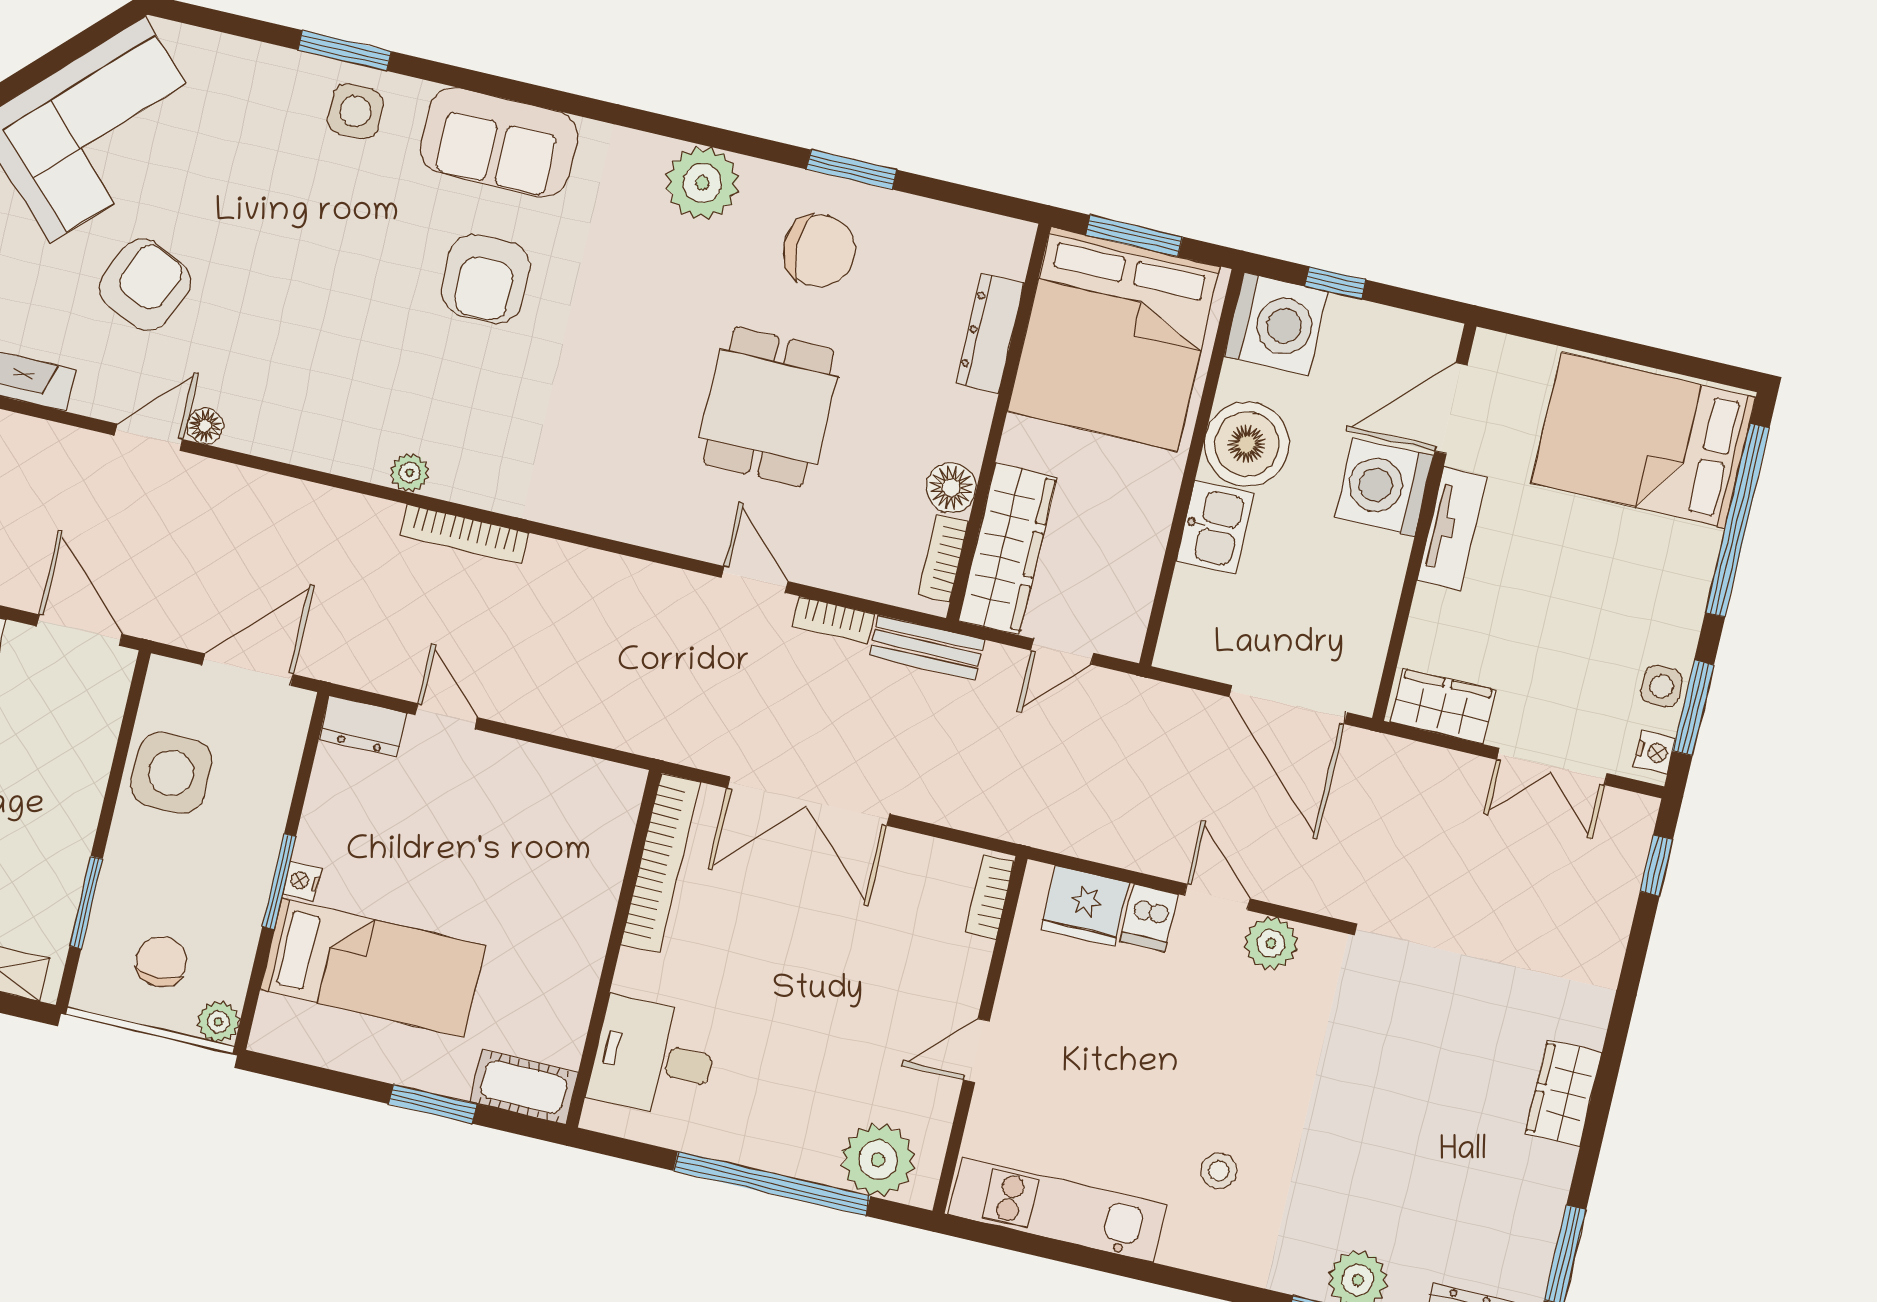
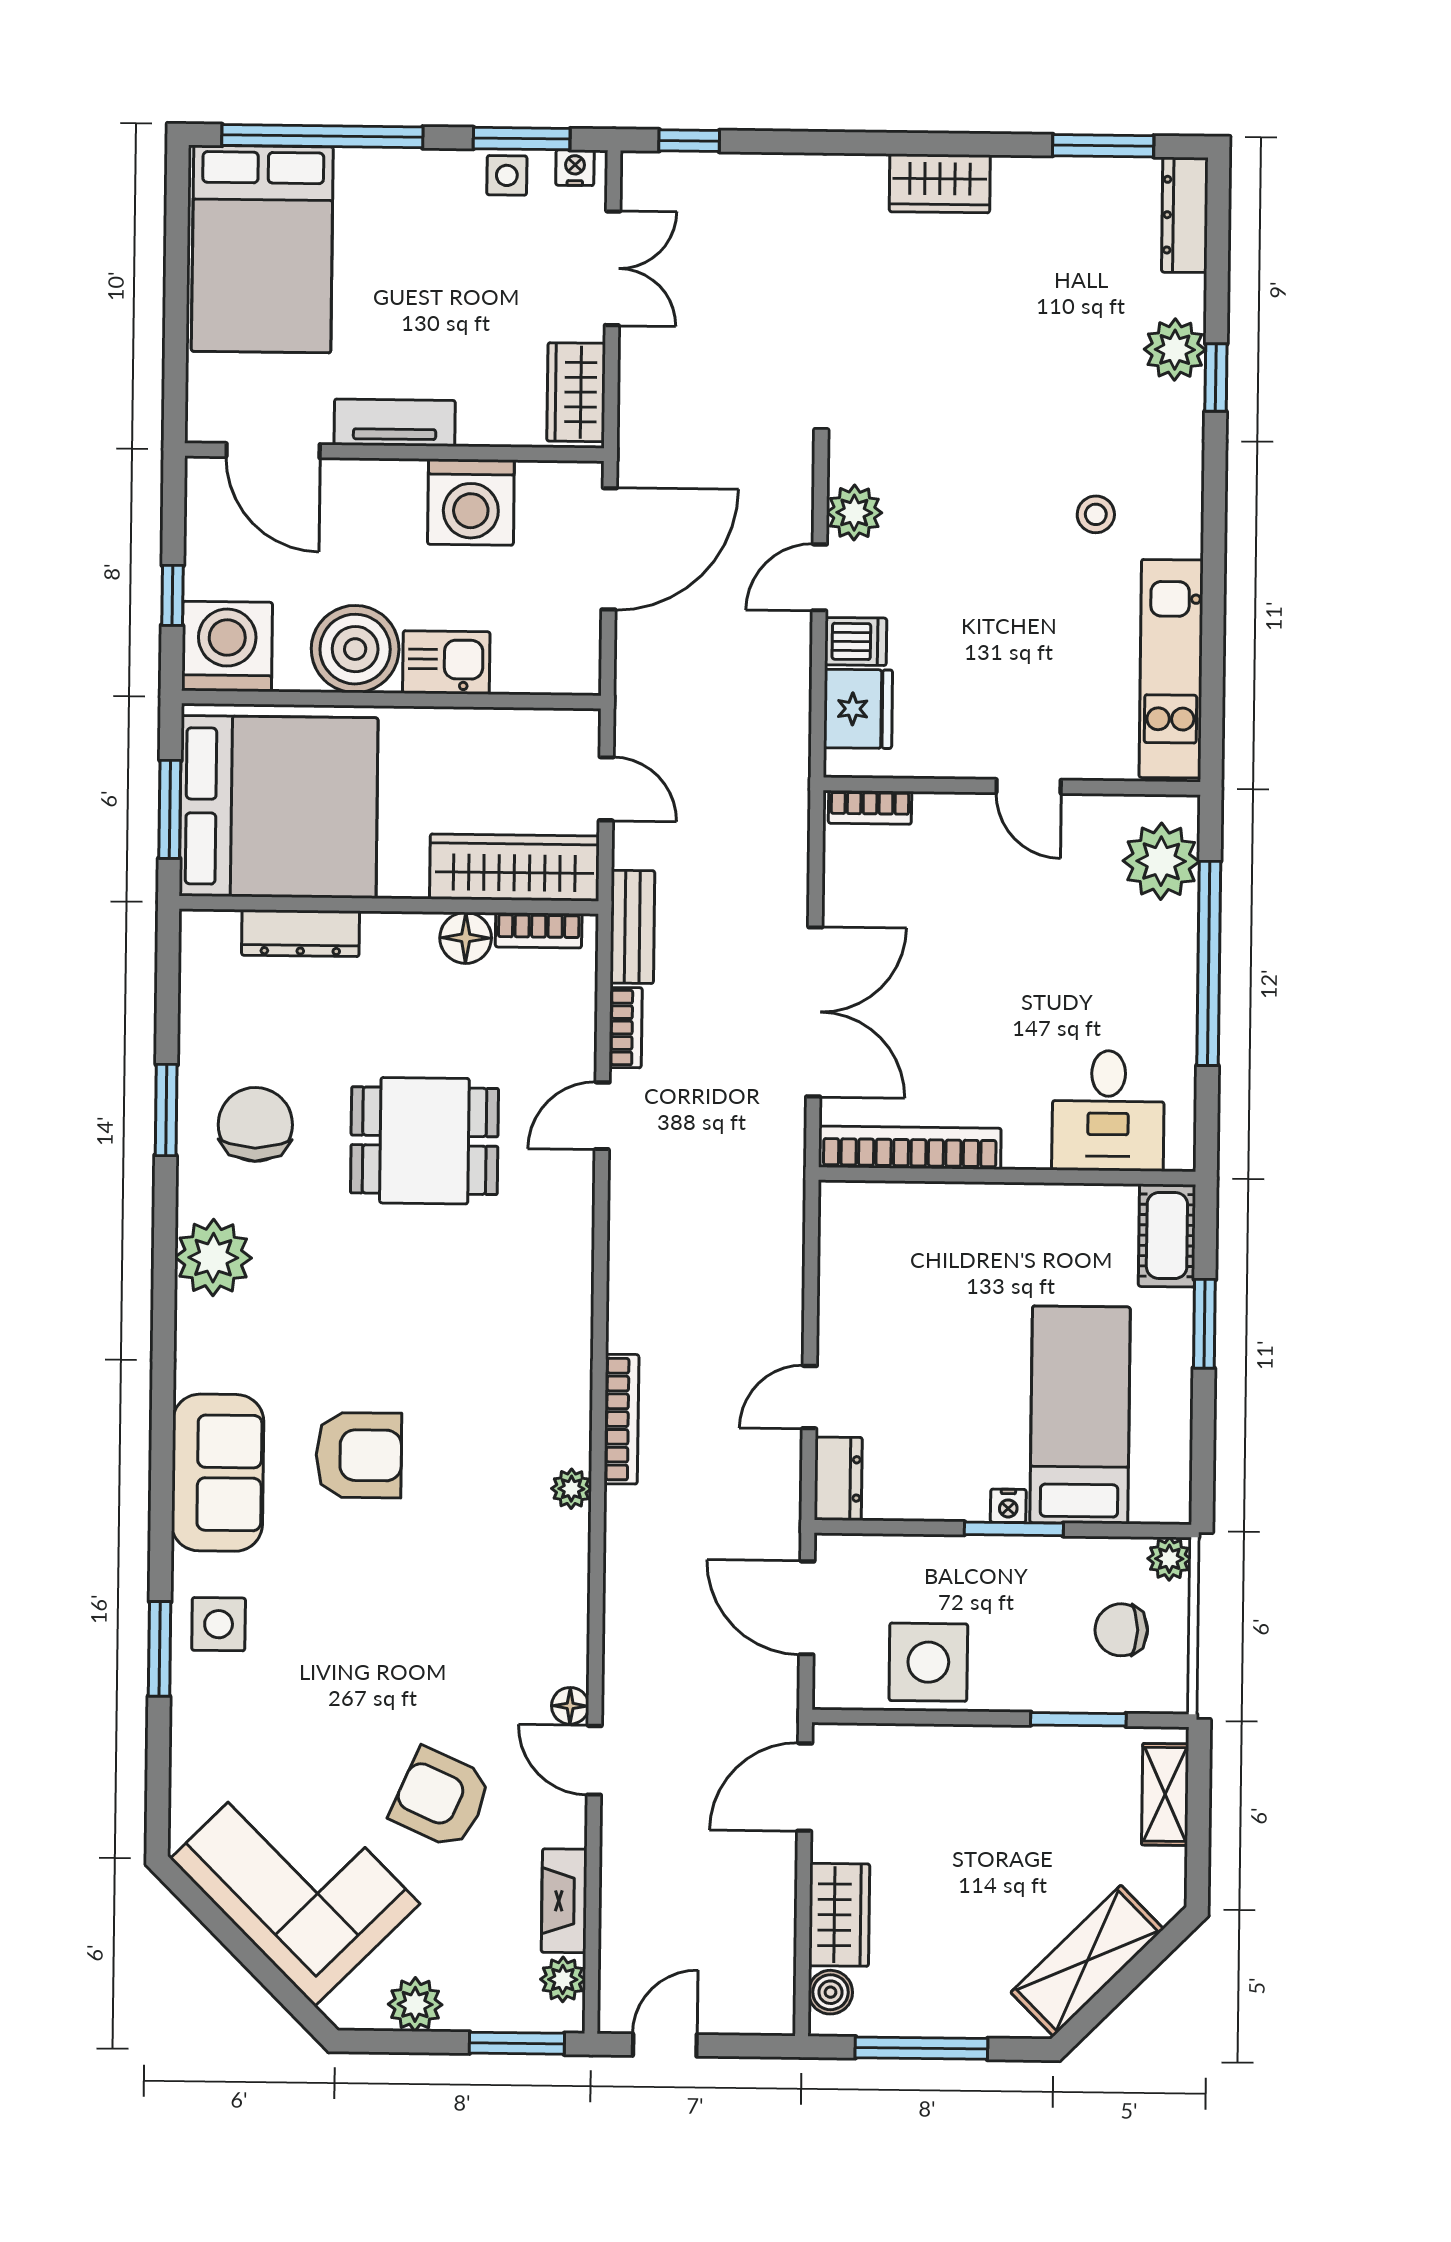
washing machine: (1384, 487) -> (471, 502), moved

